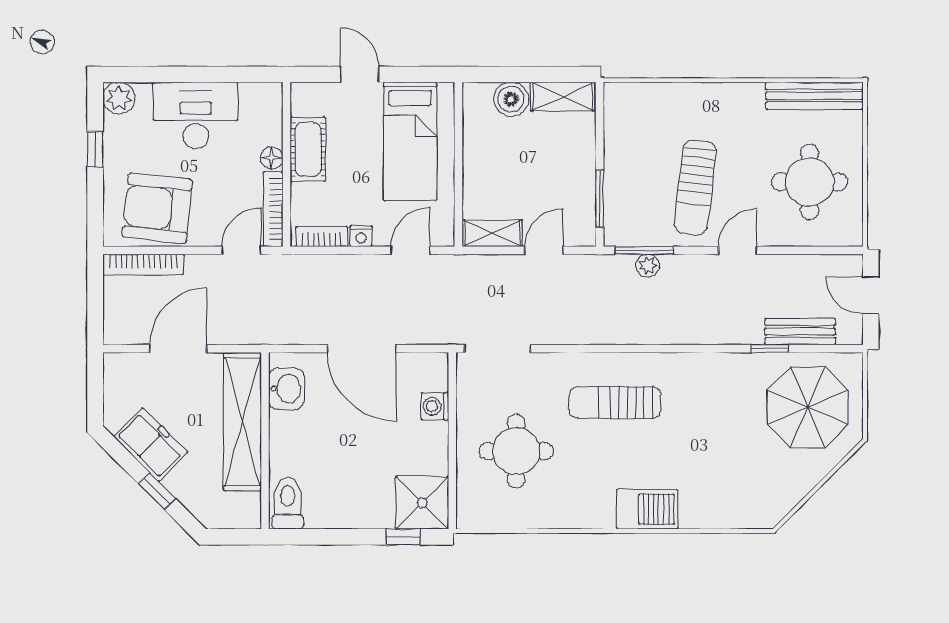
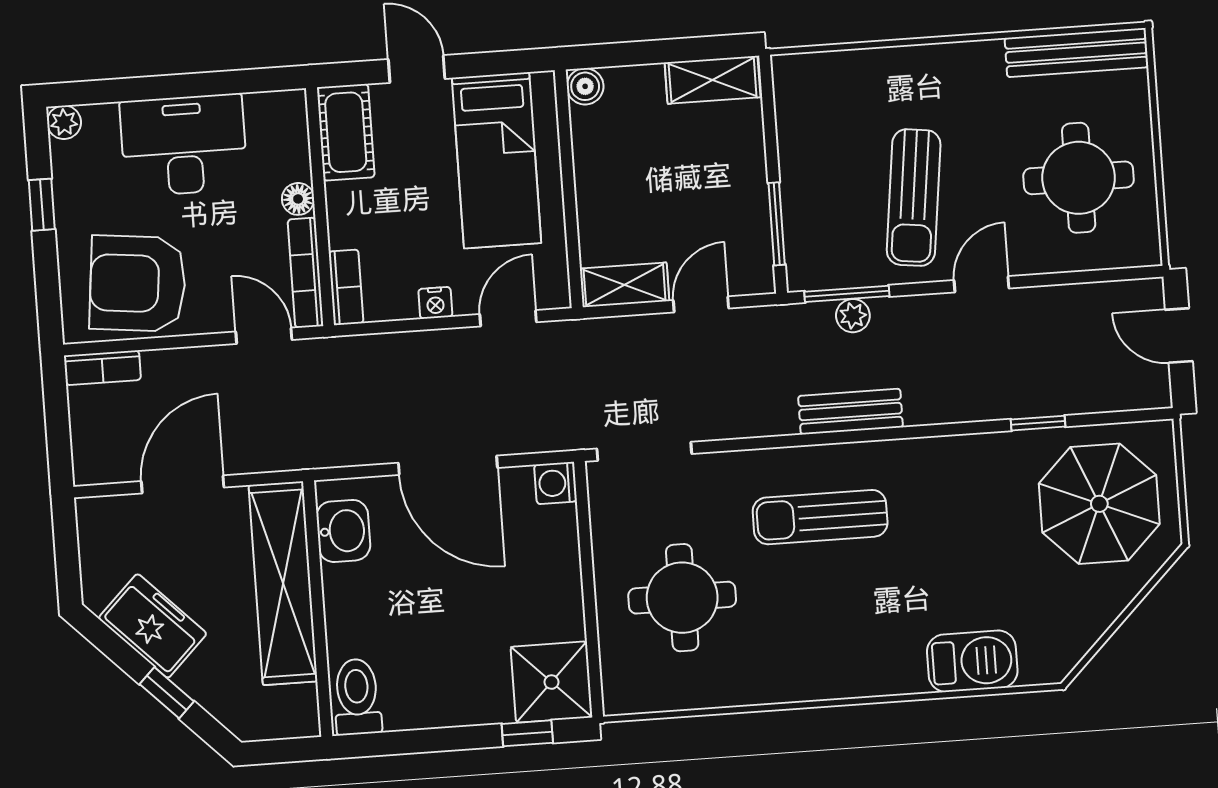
plant: (119, 98) -> (64, 122), width x0.73, depth x0.73
boiler: (511, 99) -> (585, 86), moved, width x0.73, depth x0.73
cot: (308, 149) -> (346, 132), moved
bookcase: (322, 236) -> (346, 287), moved, turned 90
door: (241, 250) -> (264, 336), hinge flipped
bookcase: (143, 264) -> (102, 368), width x0.64
bench: (800, 331) -> (851, 412), moved
washing machine: (435, 406) -> (556, 483), moved
barbecue: (647, 509) -> (972, 661), moved

